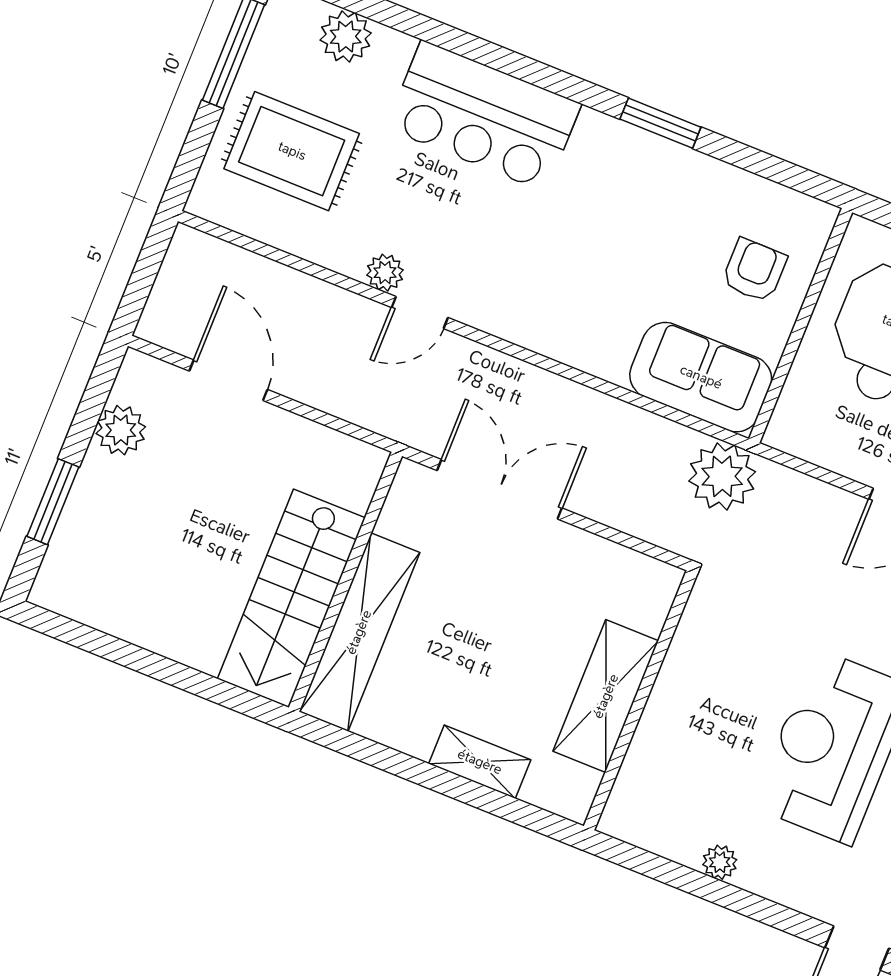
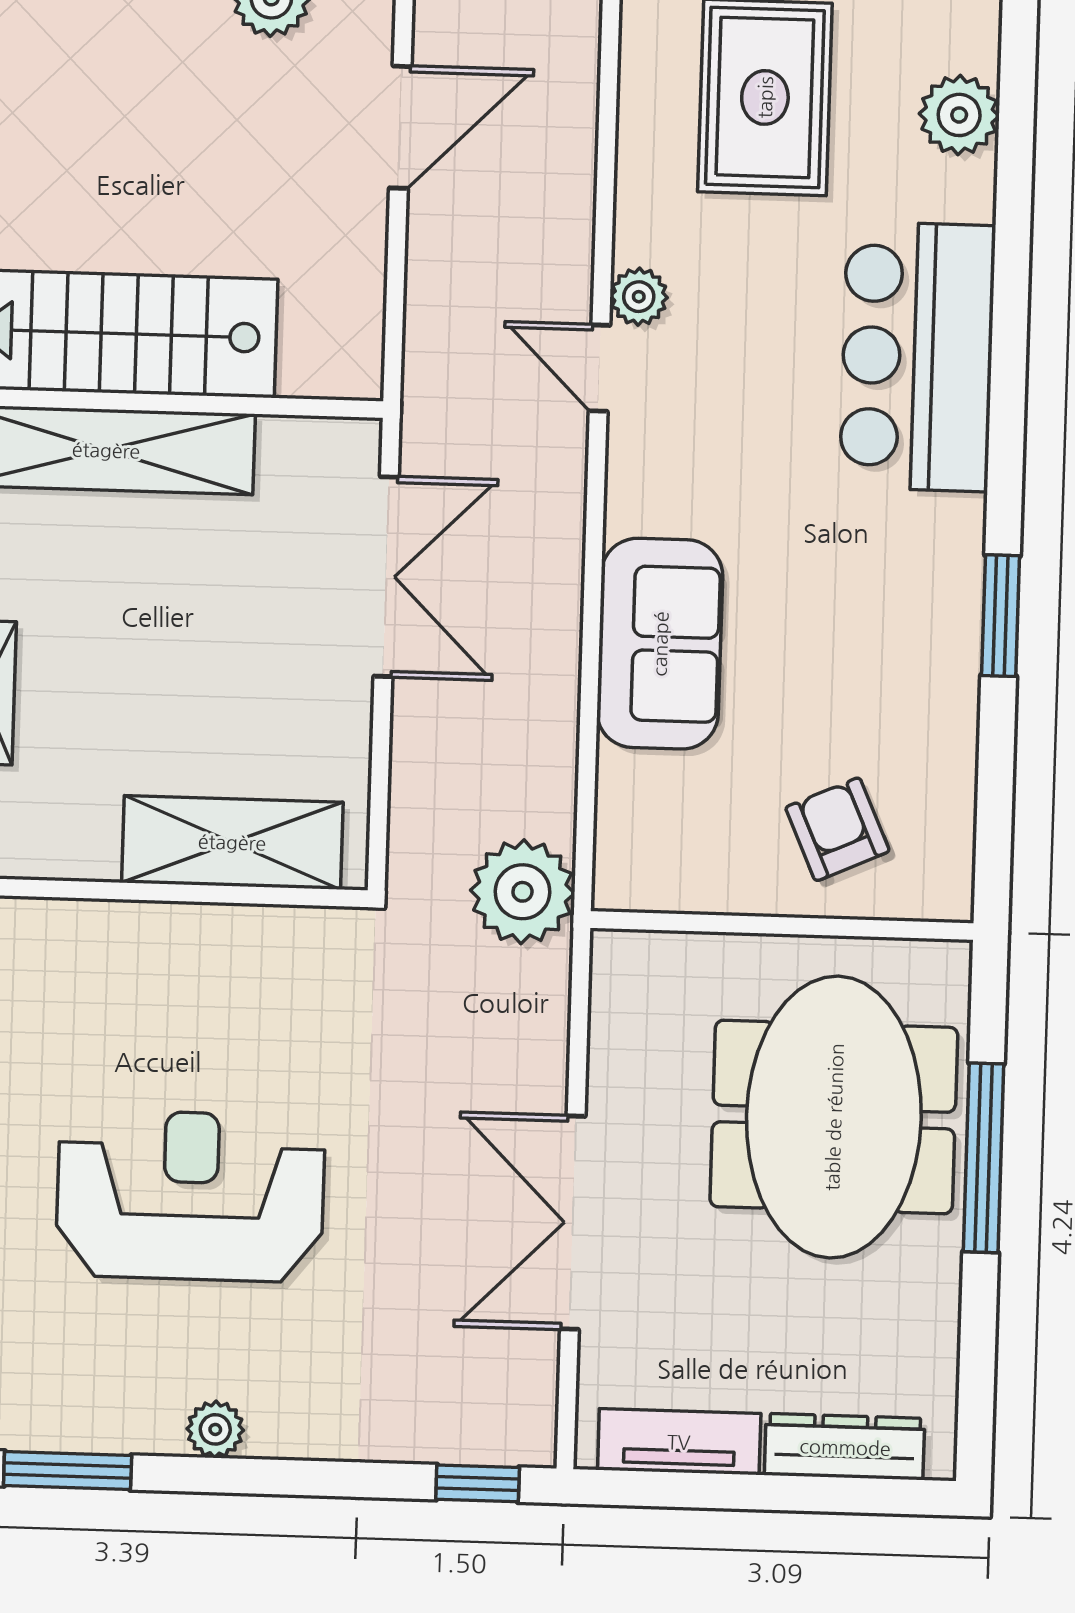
armchair: (754, 270) -> (837, 829), turned -114
sofa: (701, 377) -> (660, 644), moved
shelving: (606, 696) -> (232, 842), moved

